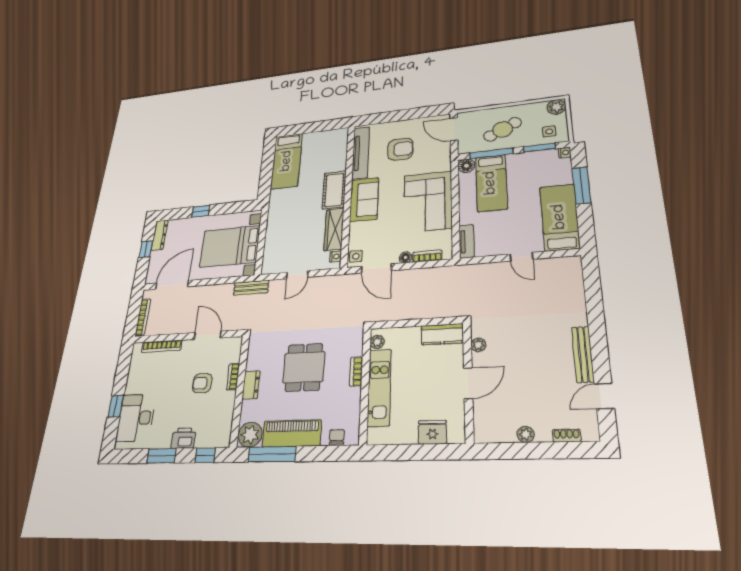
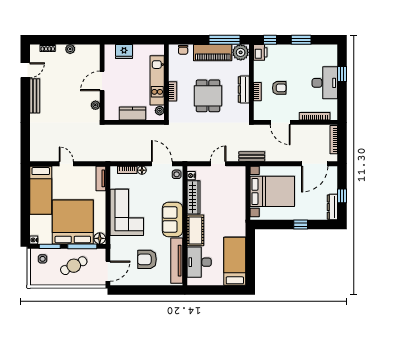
plant: (556, 107) -> (36, 279), removed
door: (454, 129) -> (108, 271), hinge flipped
desk: (332, 155) -> (199, 262), added
bed: (491, 183) -> (73, 222), width x2.04
window: (581, 185) -> (25, 213), removed
kitchen counter: (442, 334) -> (133, 114), moved
dresser: (251, 385) -> (244, 90), width x1.44
desk: (136, 418) -> (325, 83), moved
printer: (183, 438) -> (260, 52), moved, turned -90

